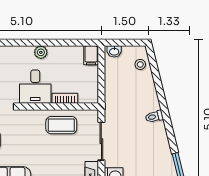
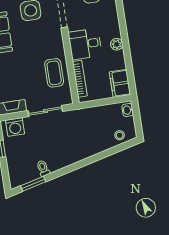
filing cabinet: (91, 55) -> (120, 83), width x2.00
bookcase: (65, 98) -> (80, 79), width x1.56
toilet: (154, 117) -> (43, 168), moved

